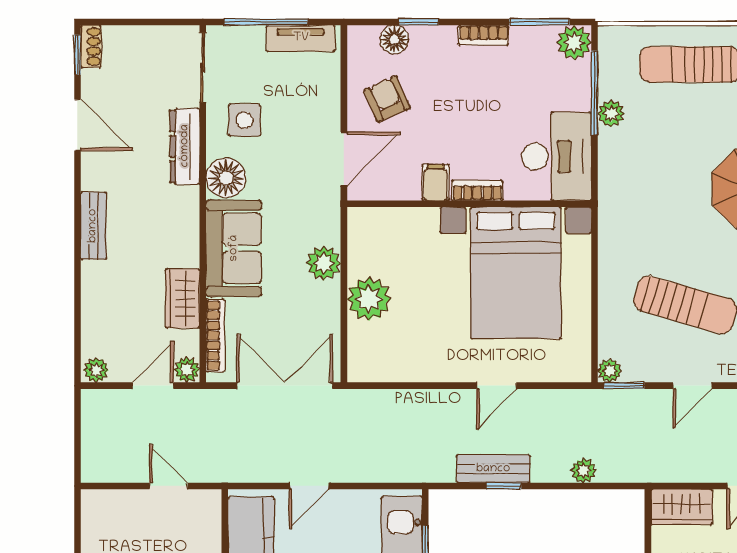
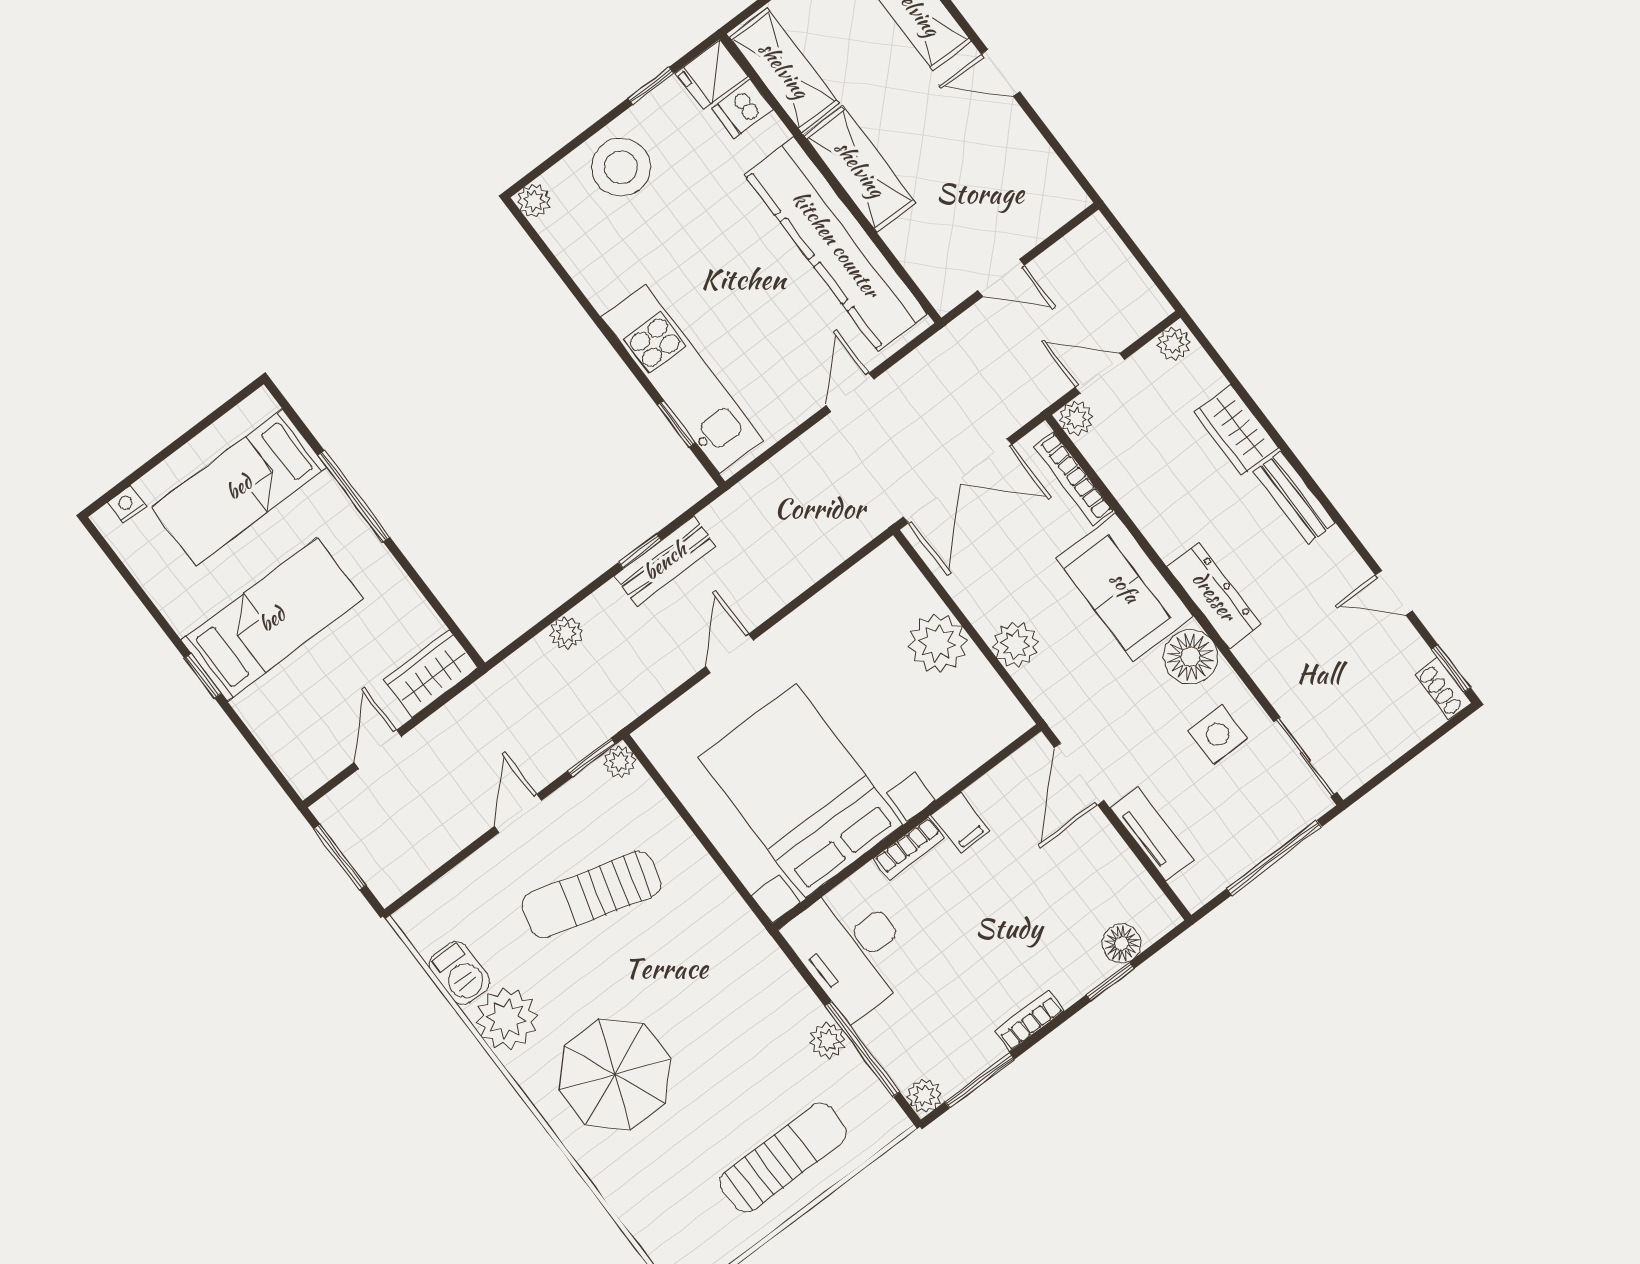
tv unit: (301, 38) -> (1152, 834), moved, turned 90
plant: (574, 43) -> (924, 1096), width x0.73, depth x0.73
armchair: (387, 99) -> (1081, 873), removed
door: (77, 125) -> (1394, 593), width x0.73
dresser: (185, 146) -> (1214, 596), moved
wardrobe: (183, 299) -> (1236, 430), moved, turned 180
door: (153, 386) -> (1100, 373), swing flipped

